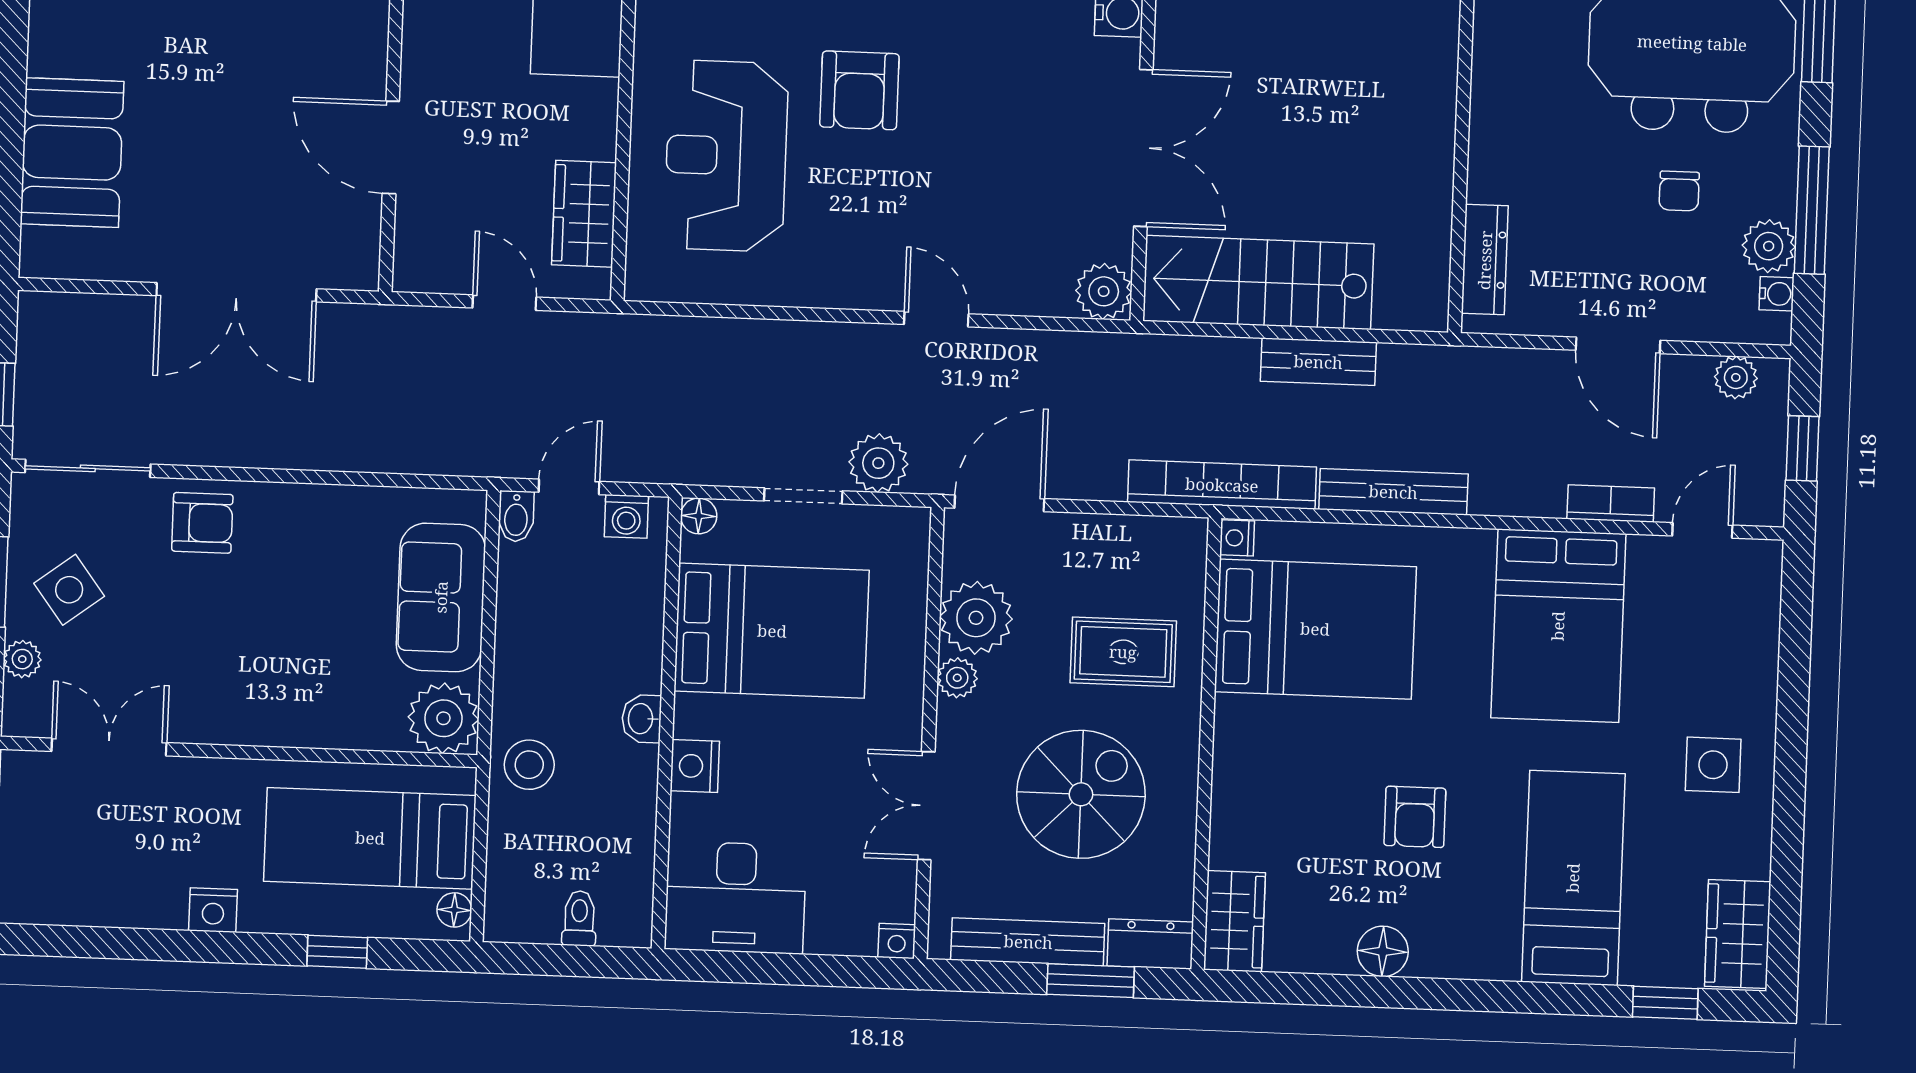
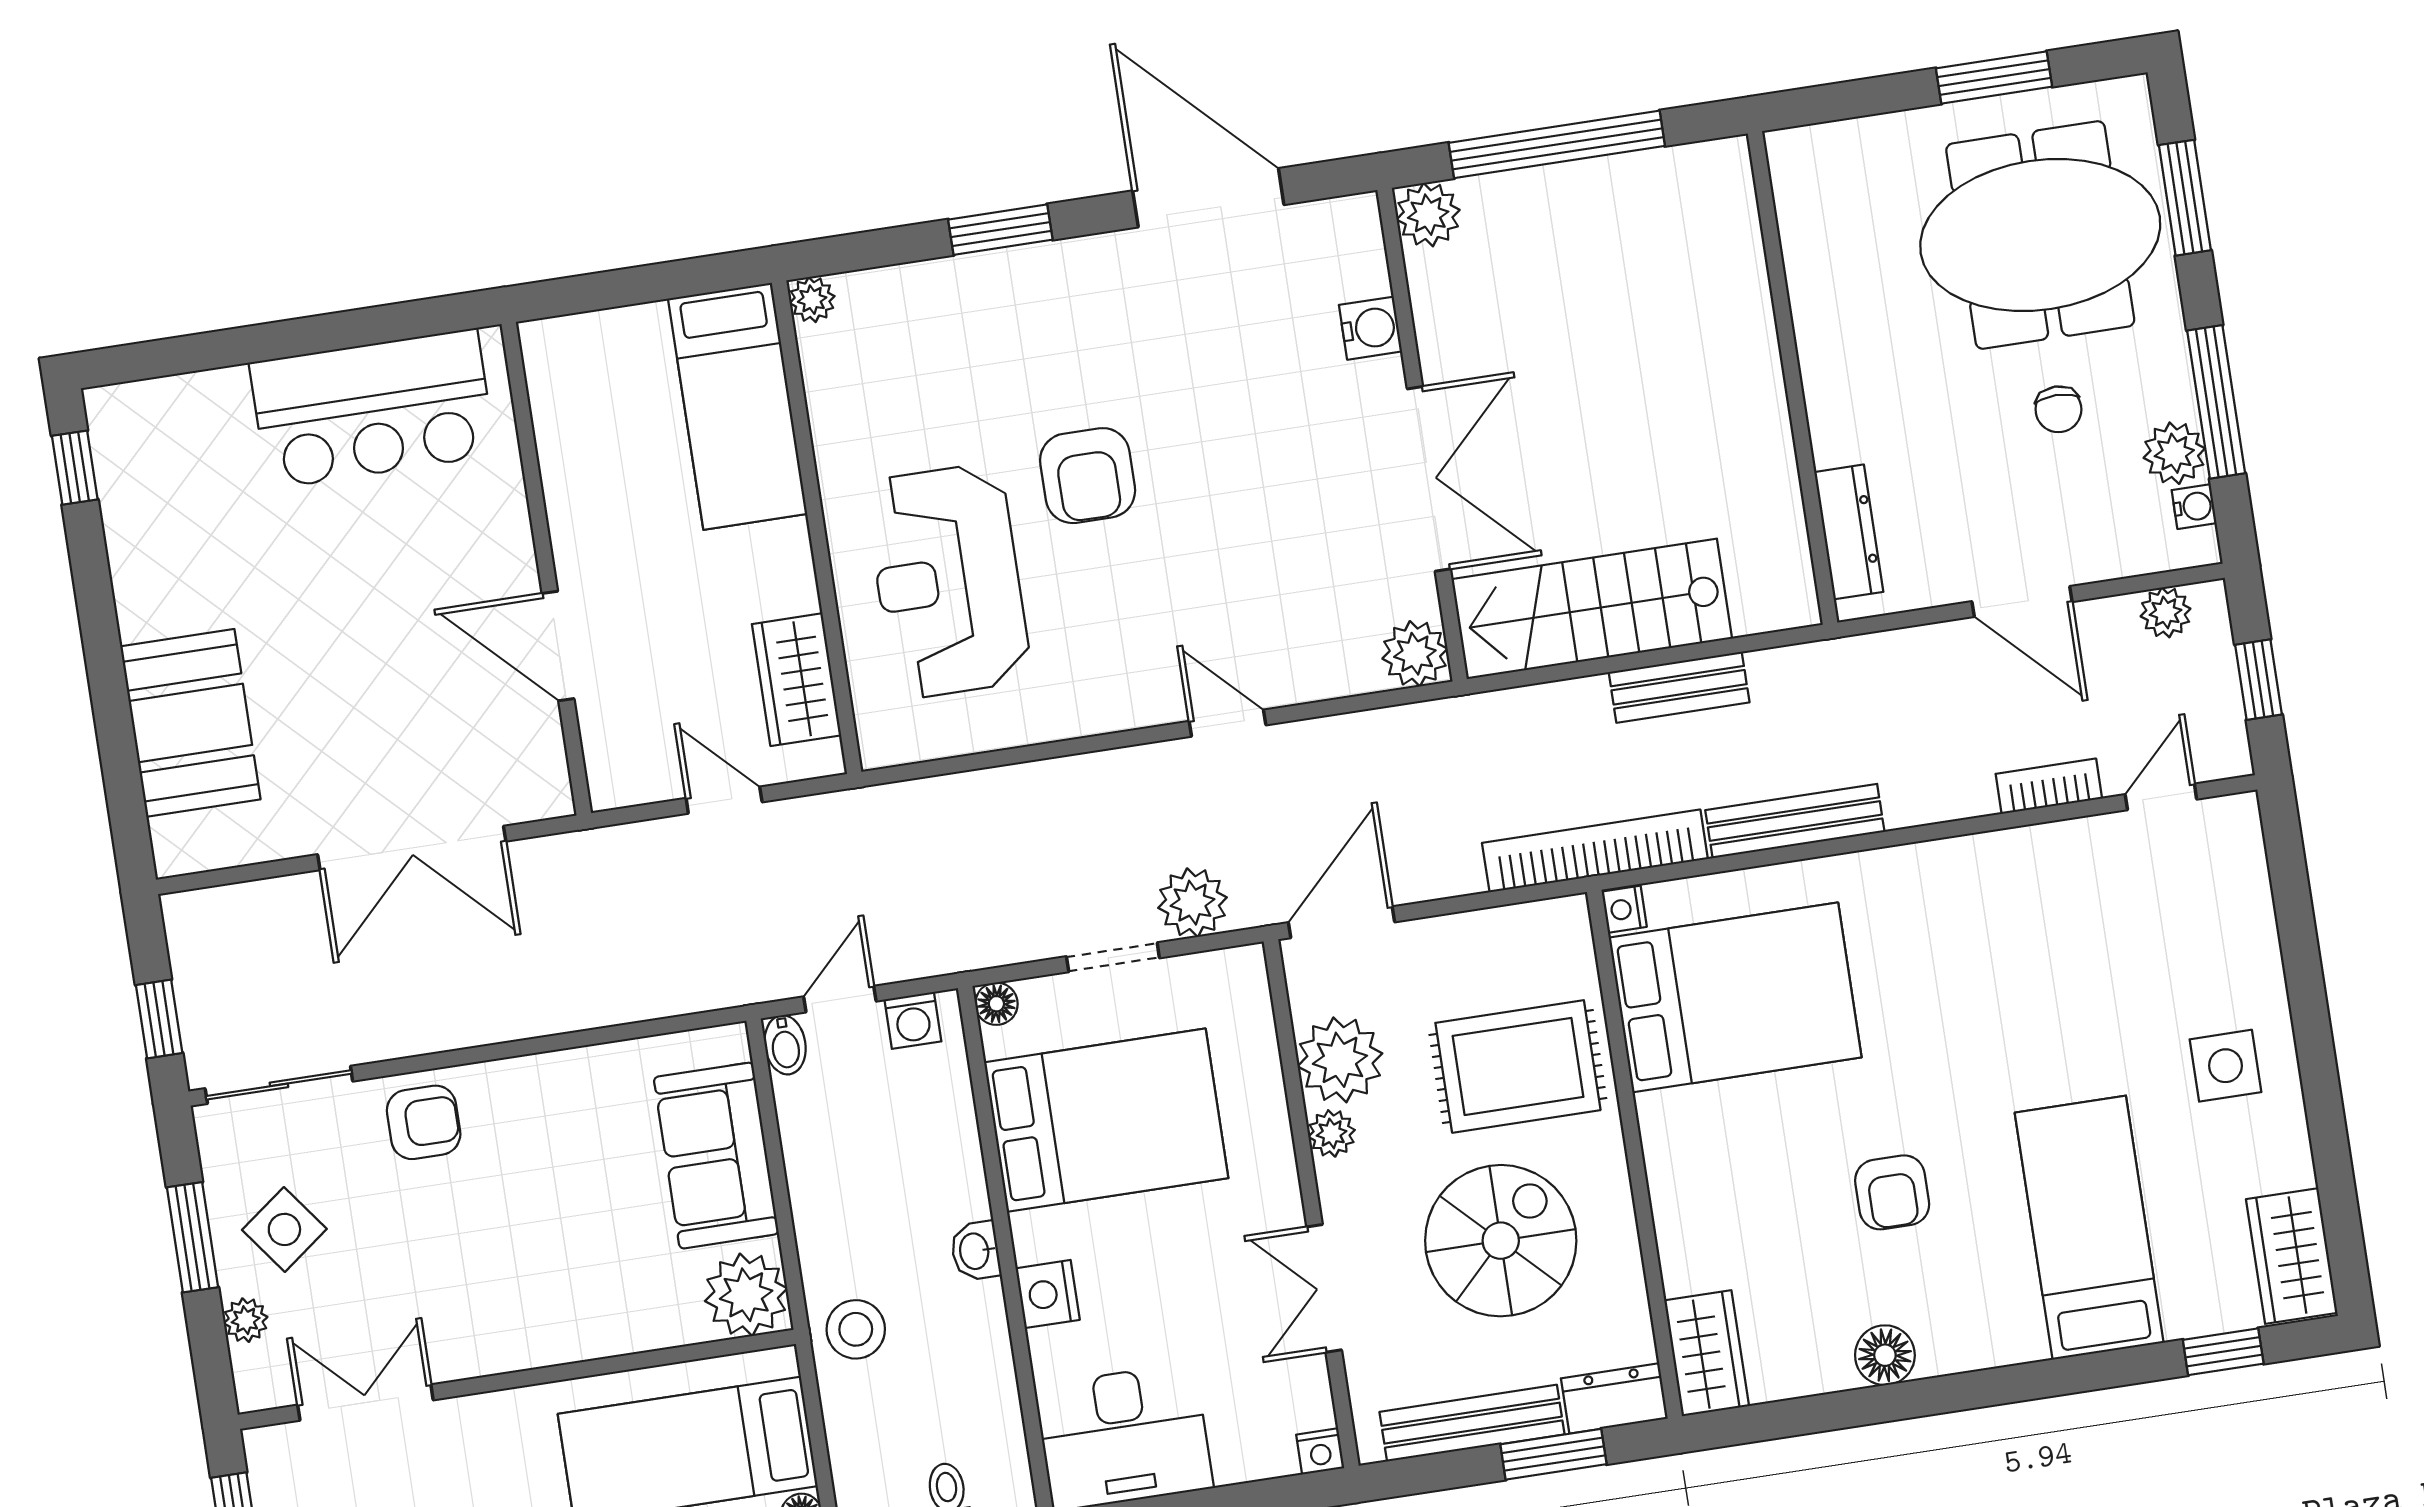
bed: (1558, 626) -> (2015, 939), removed
rug: (1123, 652) -> (1518, 1066), width x1.36, depth x1.43

